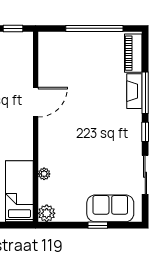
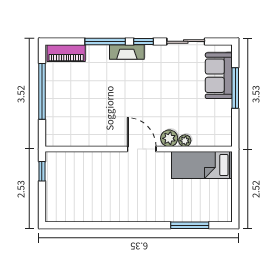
fireplace: (134, 91) -> (127, 52), moved
door: (36, 102) -> (142, 149), moved
plant: (47, 213) -> (169, 138), moved
window: (98, 225) -> (235, 88), width x2.17

